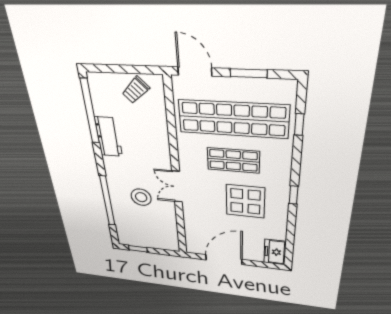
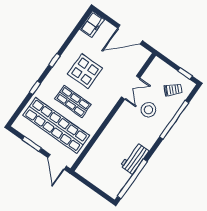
trolley: (136, 90) -> (173, 90), moved
window: (299, 125) -> (35, 88), moved
double door: (177, 187) -> (131, 87), moved

